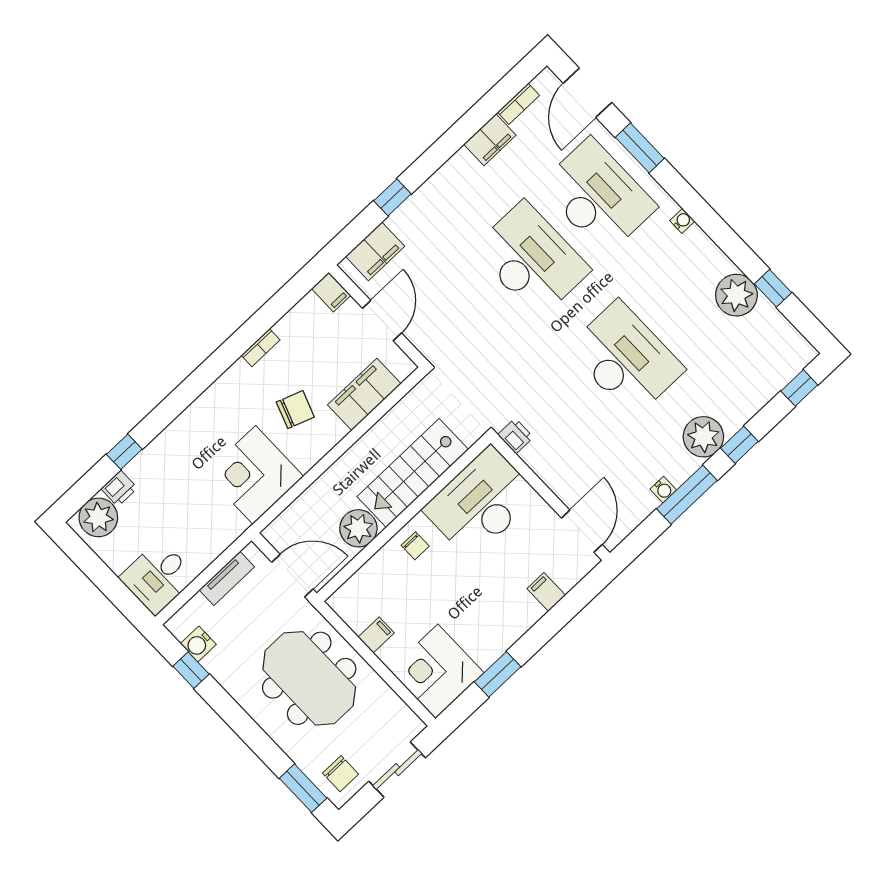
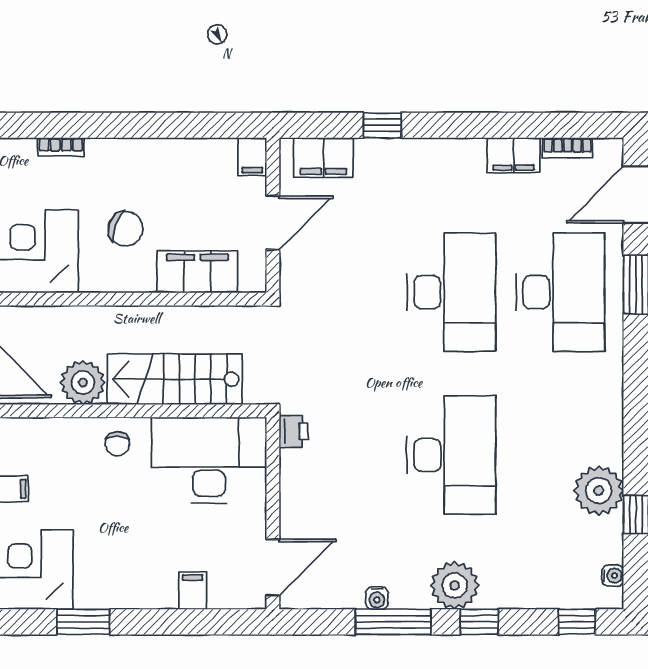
water cooler: (682, 221) -> (613, 576), moved
bookcase: (261, 348) -> (61, 147), moved

